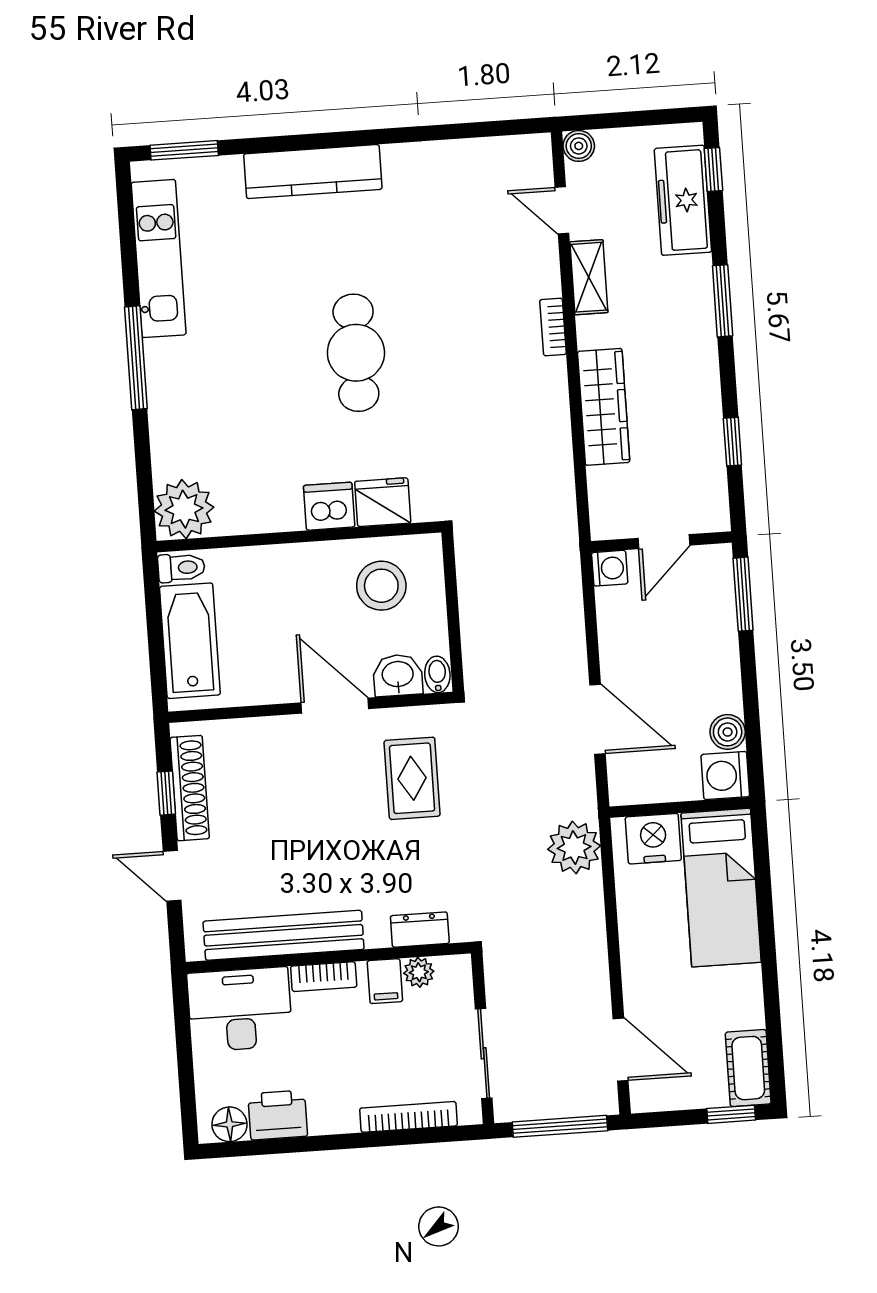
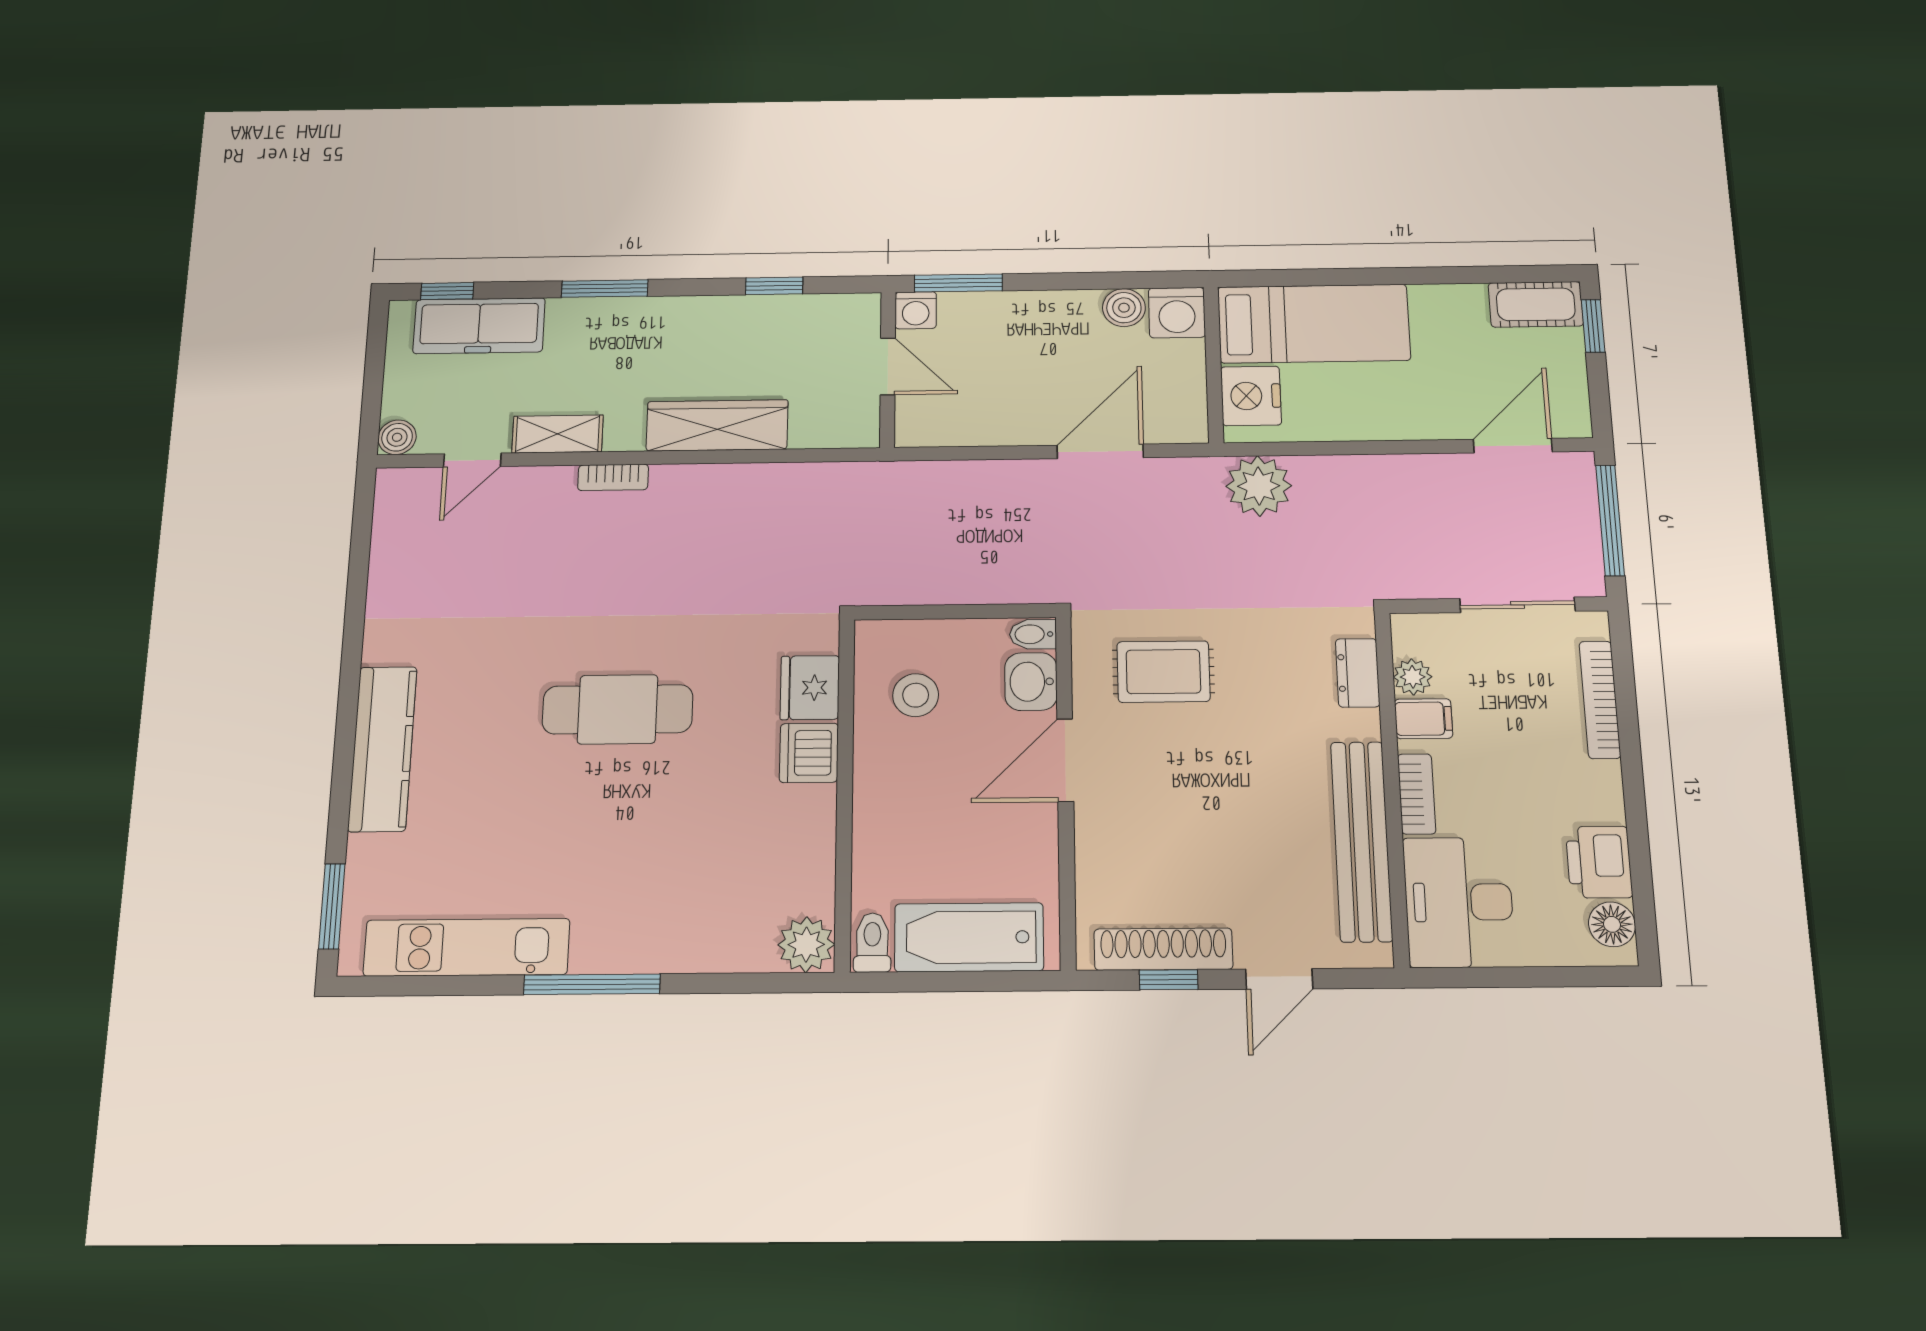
plant: (184, 509) -> (806, 945), width x0.73, depth x0.73
washing machine: (610, 568) -> (916, 310), moved, turned 180
stool: (381, 586) -> (916, 695), width x0.73, depth x0.73

